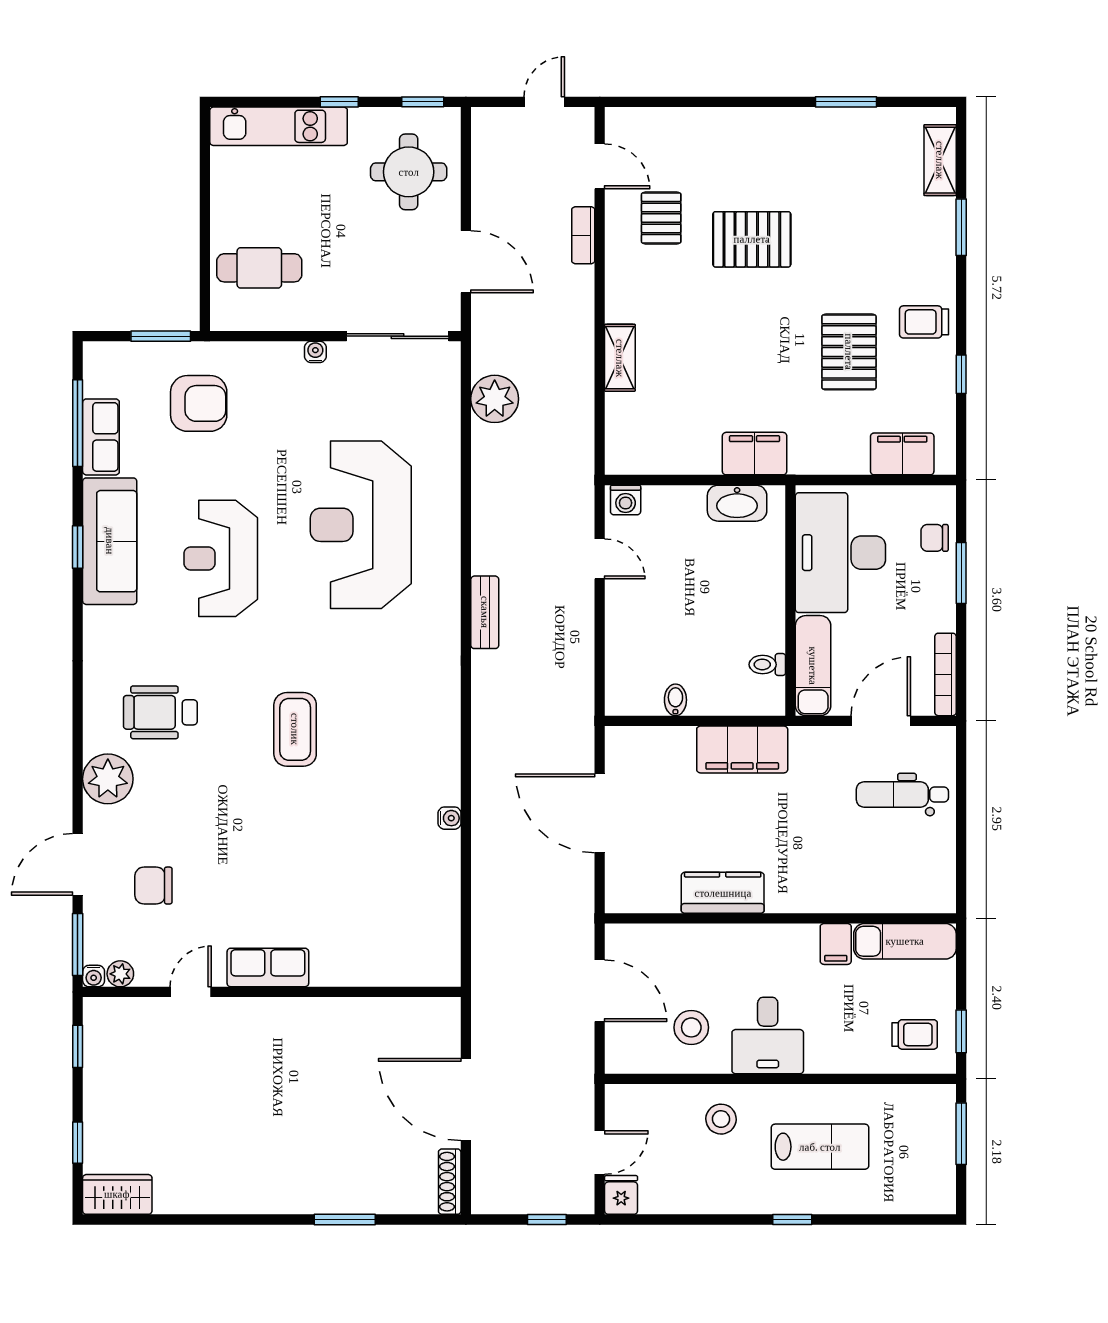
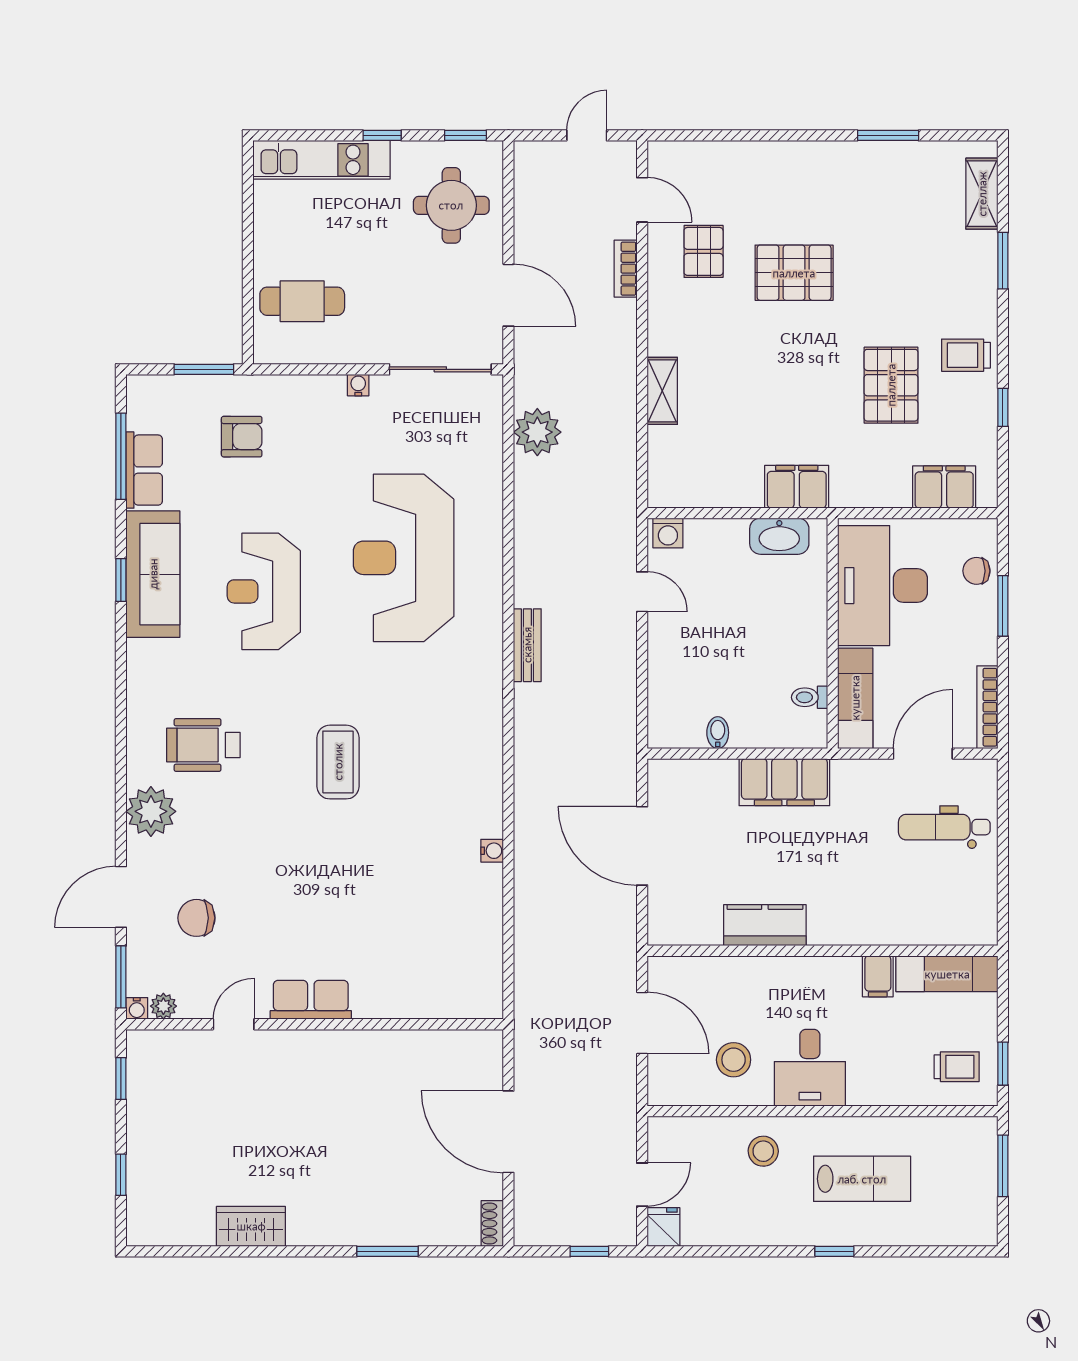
armchair: (199, 403) -> (242, 437), width x0.72, depth x0.72
shoe rack: (450, 1182) -> (492, 1223), width x0.70
wardrobe: (117, 1194) -> (251, 1226), moved

